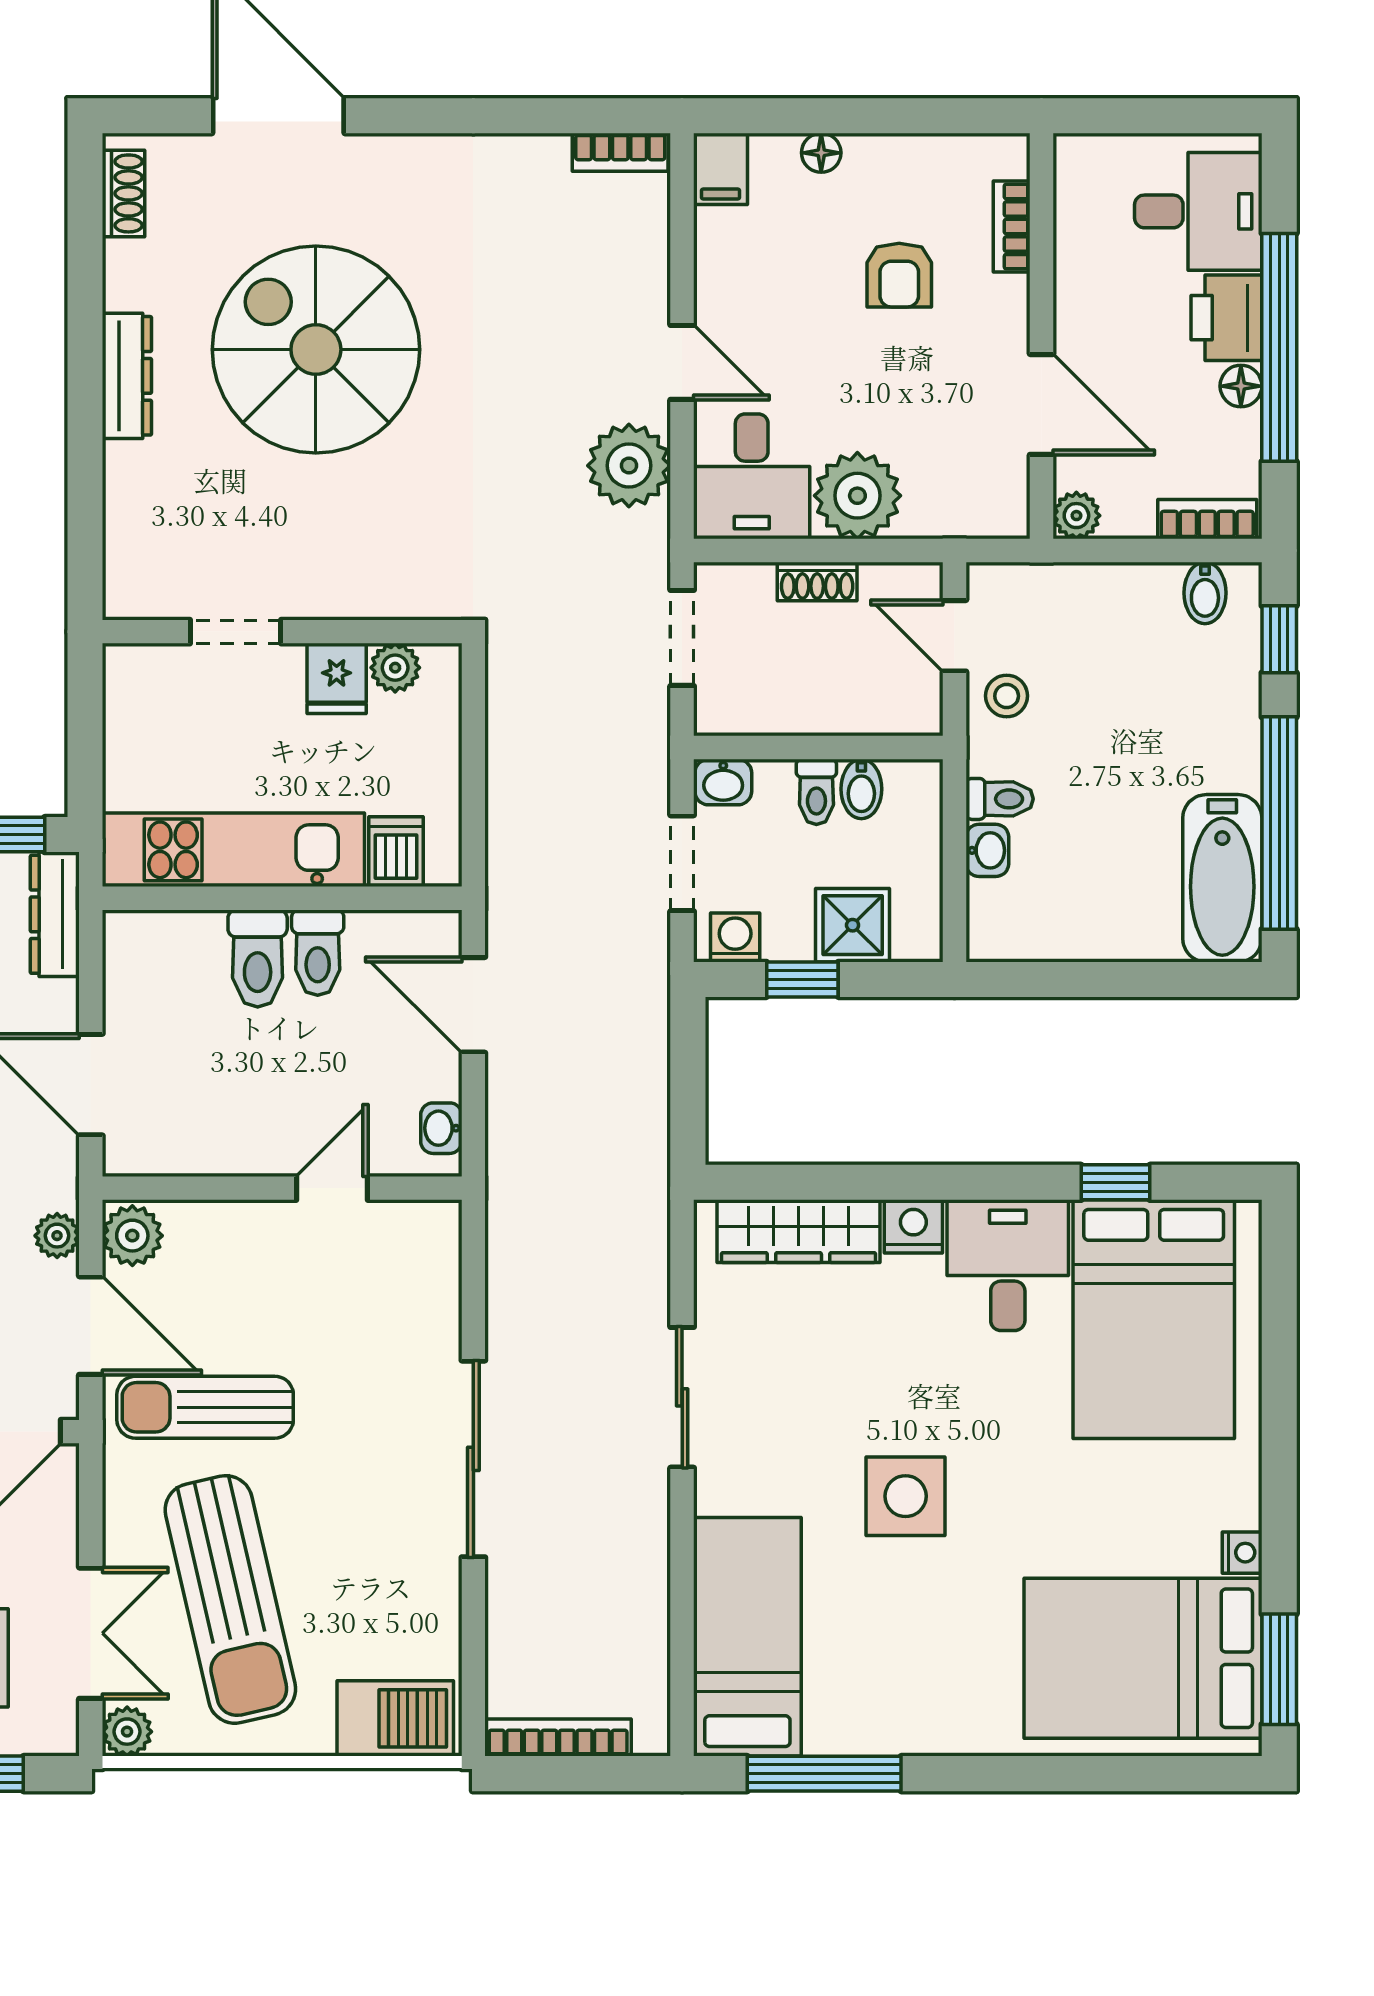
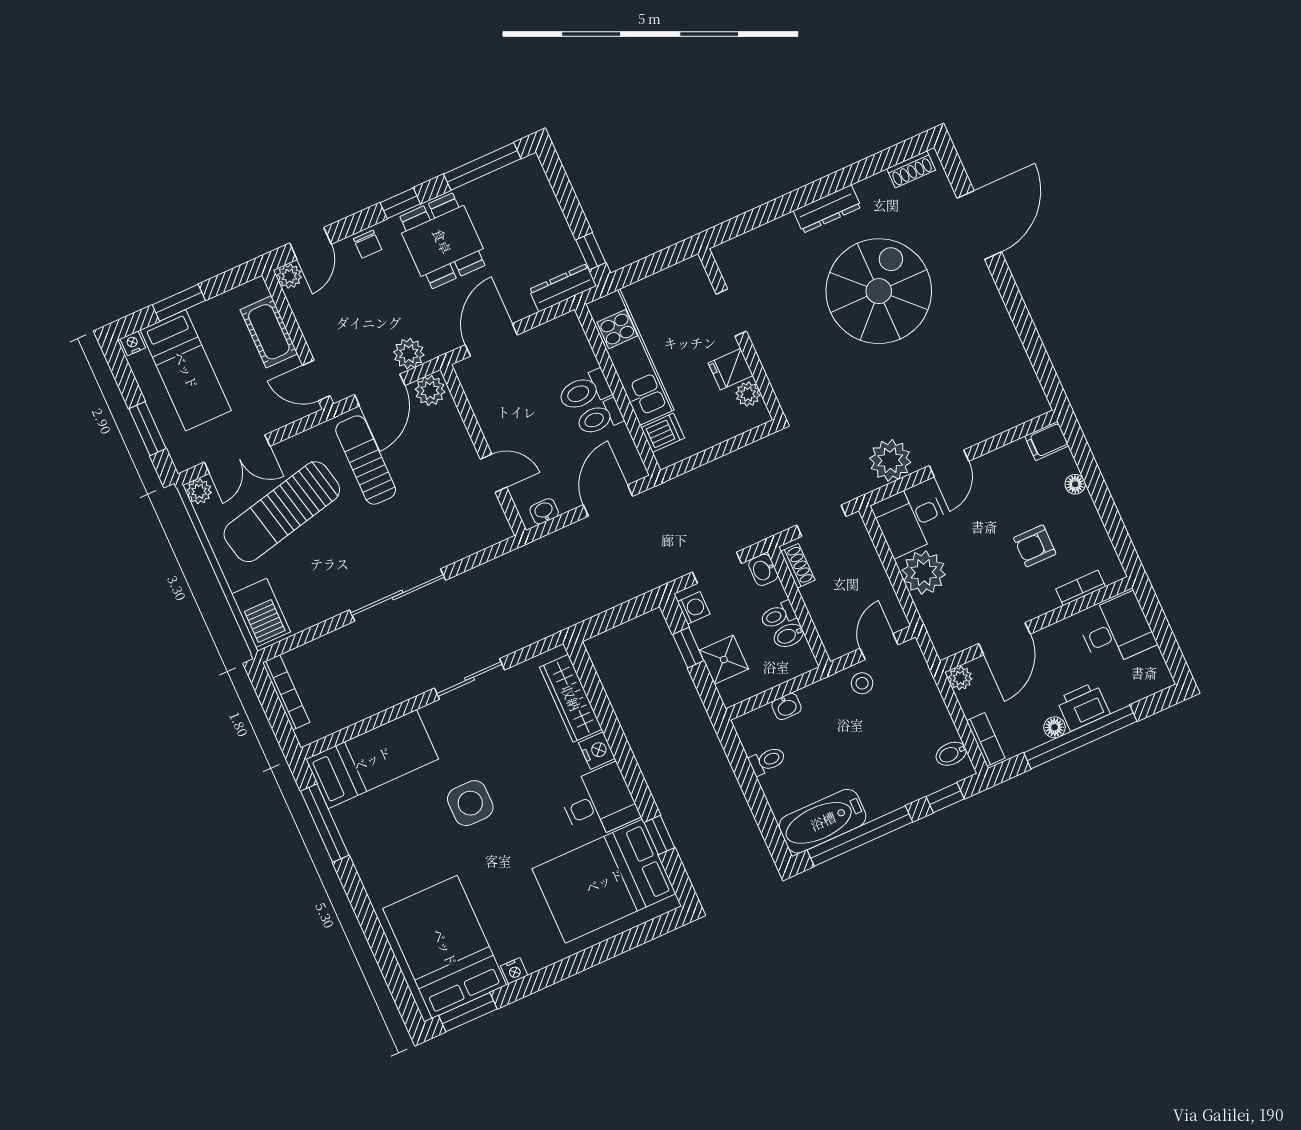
bookcase: (620, 152) -> (1034, 391), removed
desk: (1198, 211) -> (1116, 630), moved, turned -90
shoe rack: (817, 581) -> (798, 566), moved, turned 180
toilet: (1000, 799) -> (767, 761), moved, turned -90
plant: (57, 1236) -> (409, 354), width x1.38, depth x1.38

